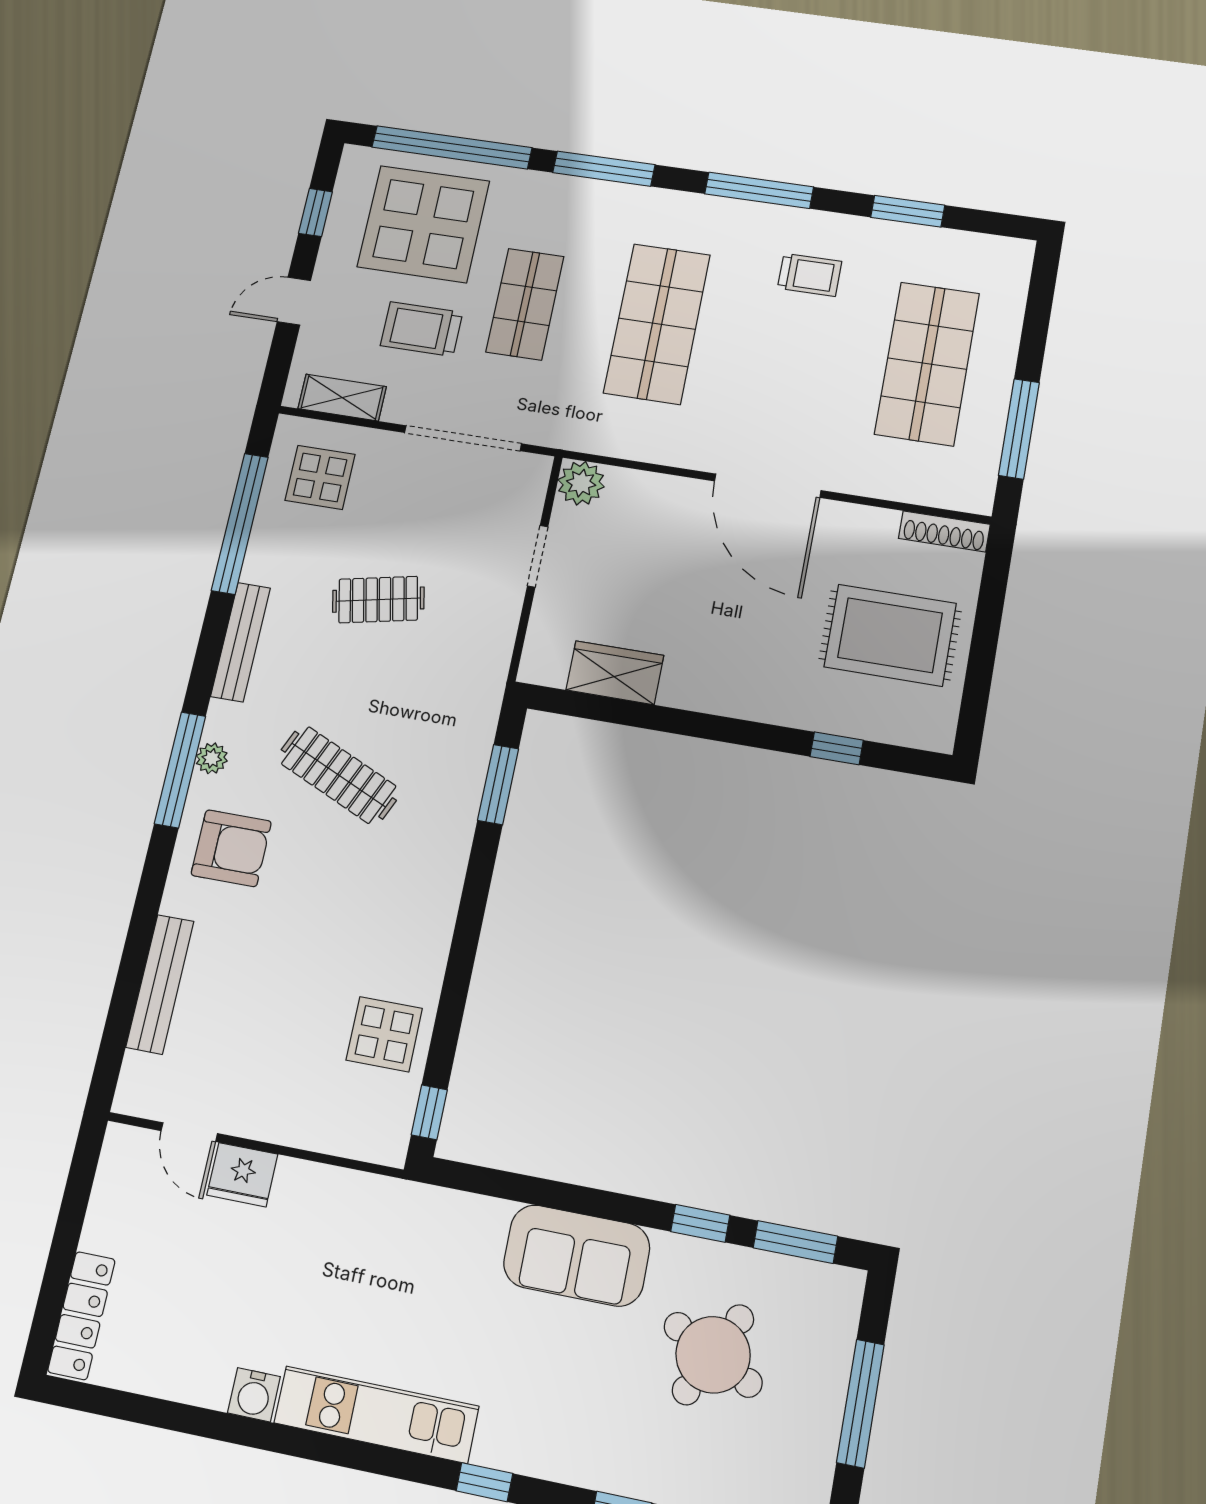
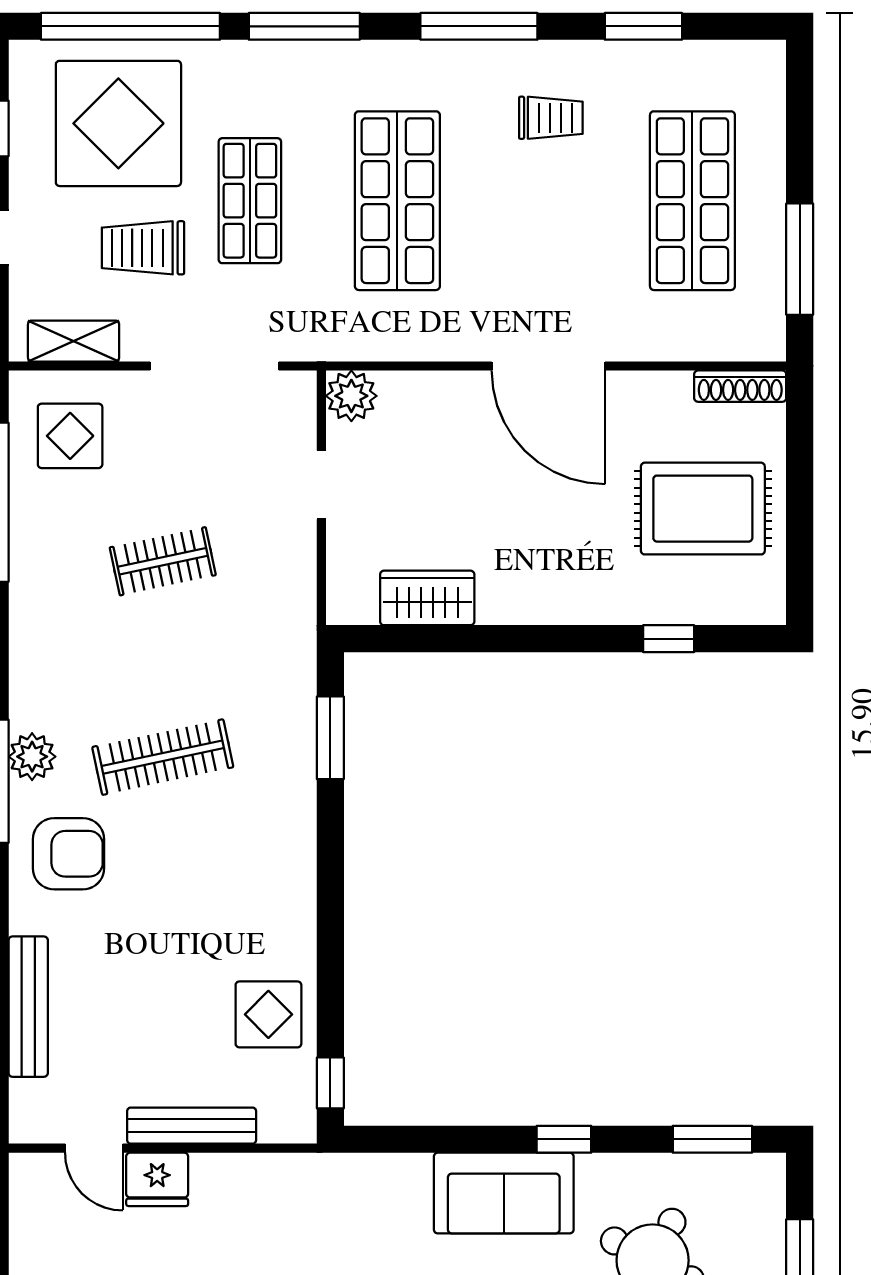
bench: (241, 642) -> (192, 1126), moved, turned 90
plant: (212, 758) -> (32, 757), width x1.38, depth x1.38
clothes rail: (339, 775) -> (163, 757), turned -36
window: (700, 1223) -> (564, 1139), moved

